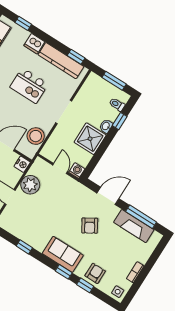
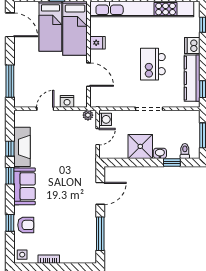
stool: (36, 136) -> (113, 98), removed
nightstand: (22, 164) -> (67, 101), moved
washing machine: (77, 171) -> (105, 119), moved
plant: (30, 185) -> (88, 115), moved, width x0.53, depth x0.53
door: (108, 196) -> (100, 193), hinge flipped
armchair: (90, 226) -> (64, 194), removed
fireplace: (134, 226) -> (22, 147), moved, turned 180
window: (64, 272) -> (10, 176), moved

